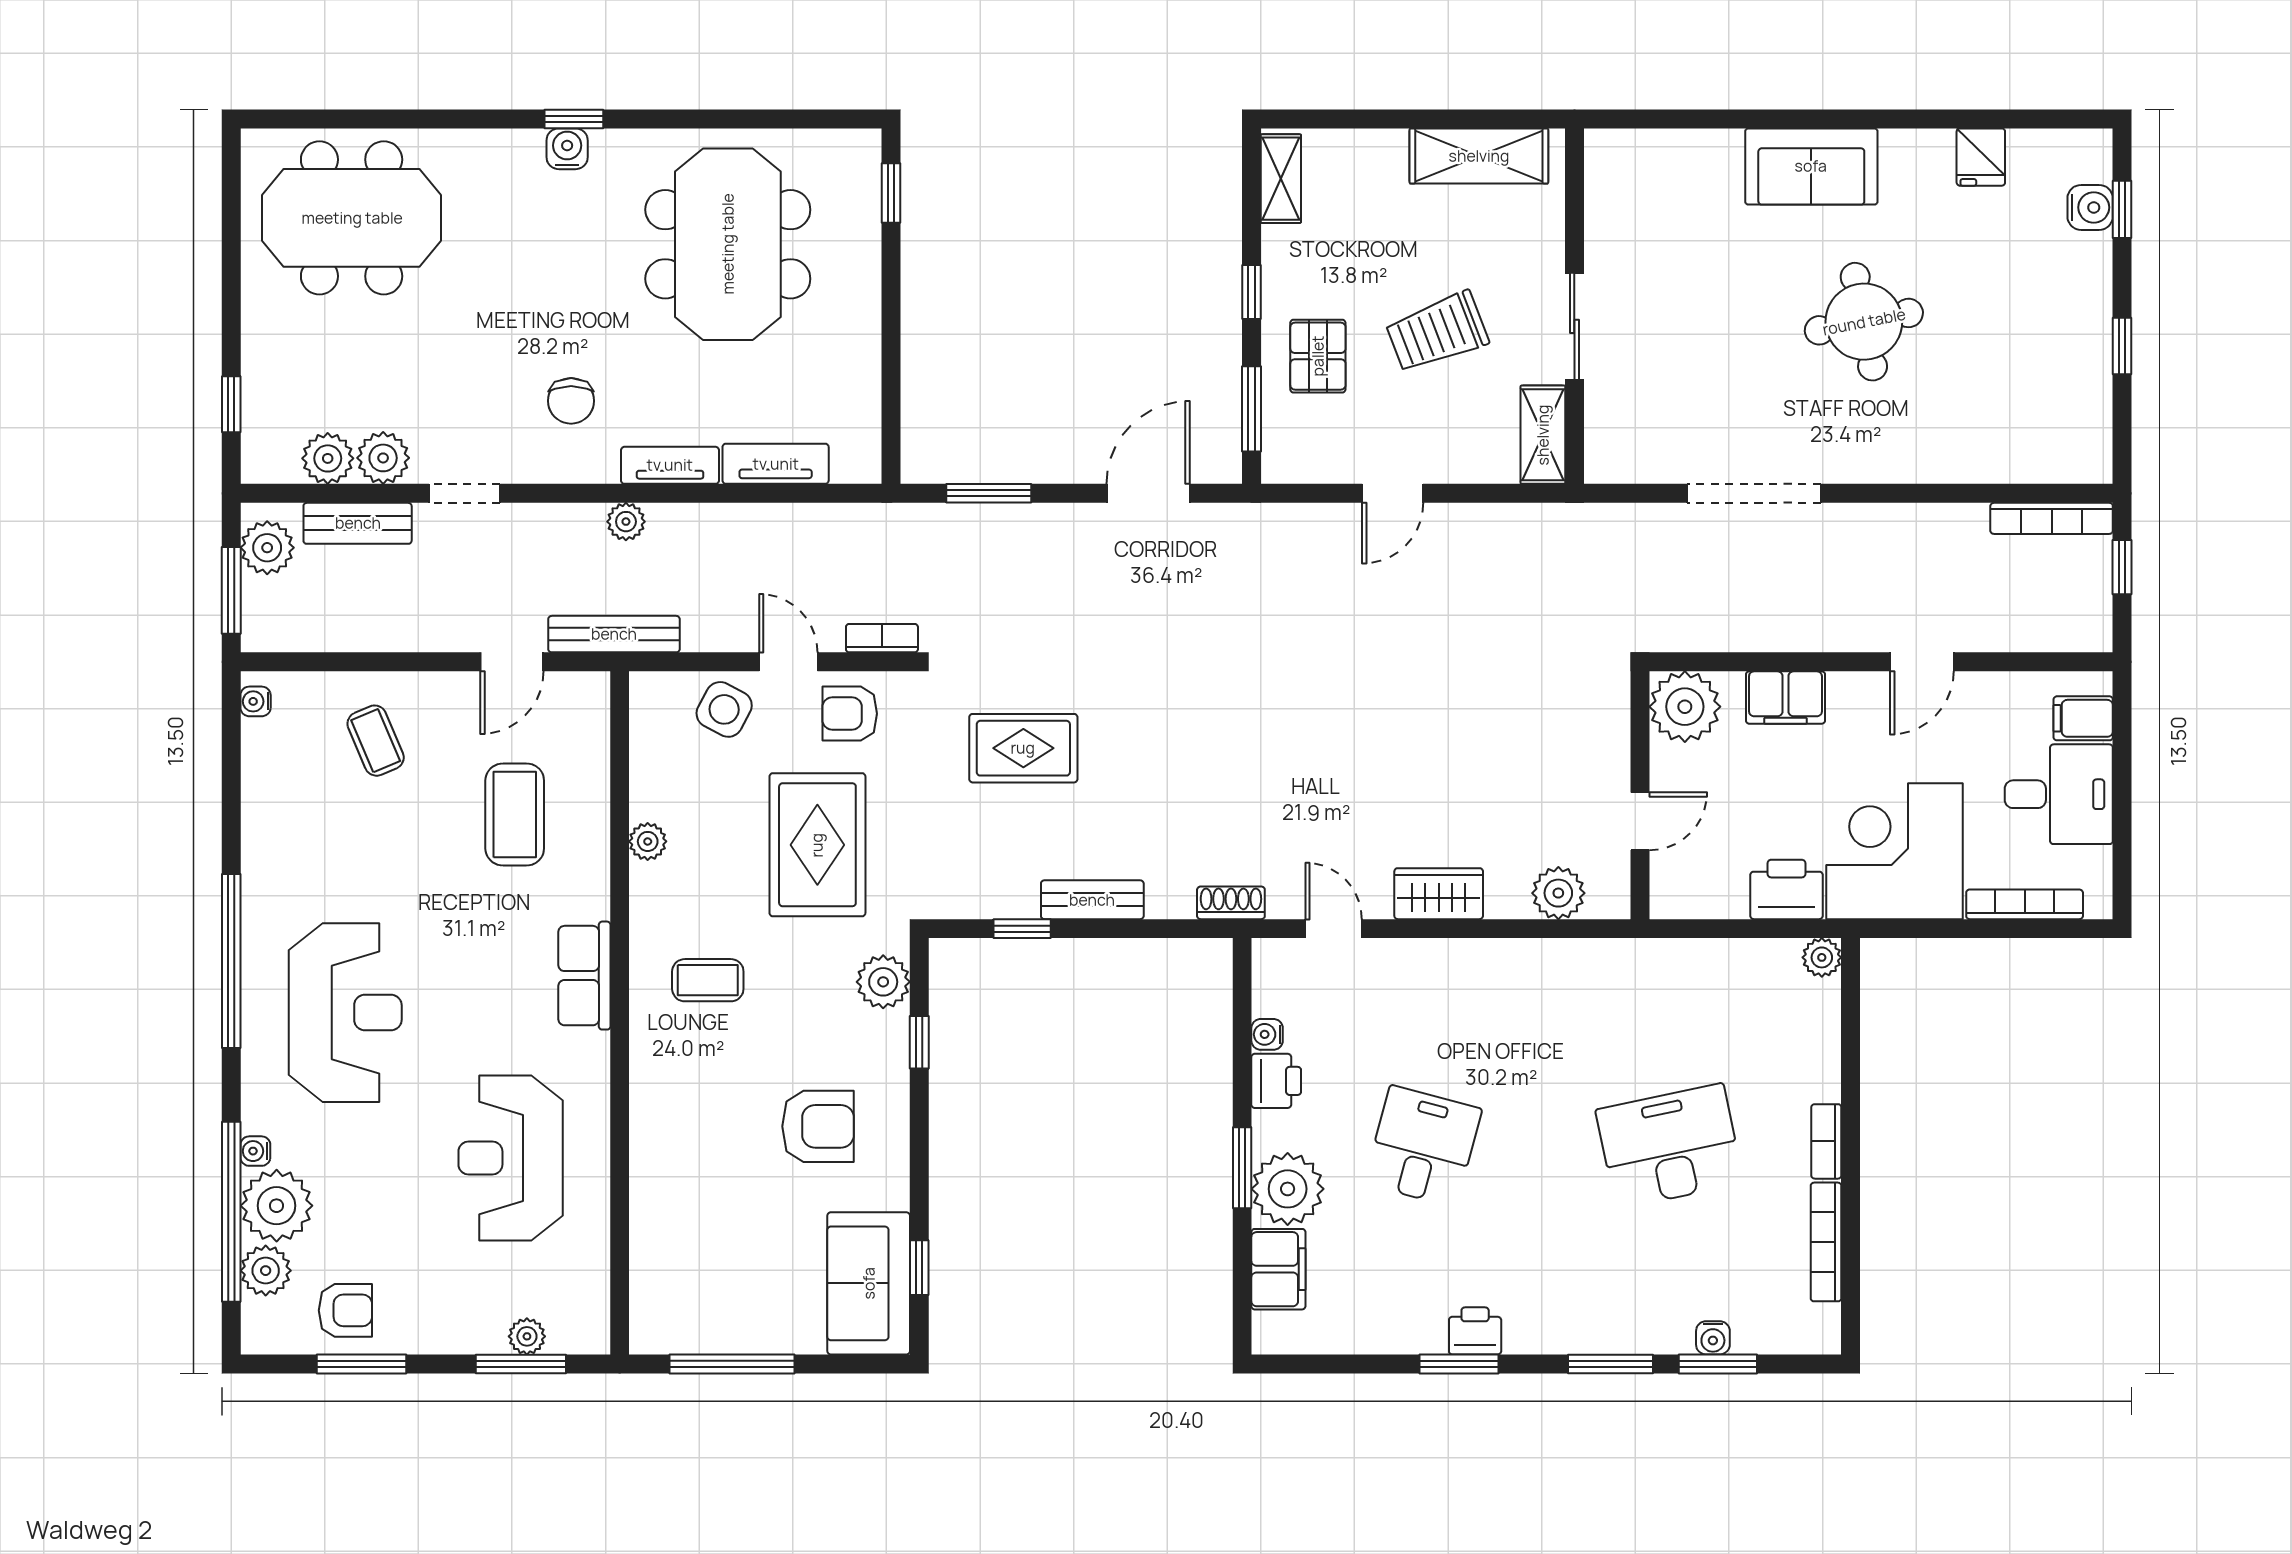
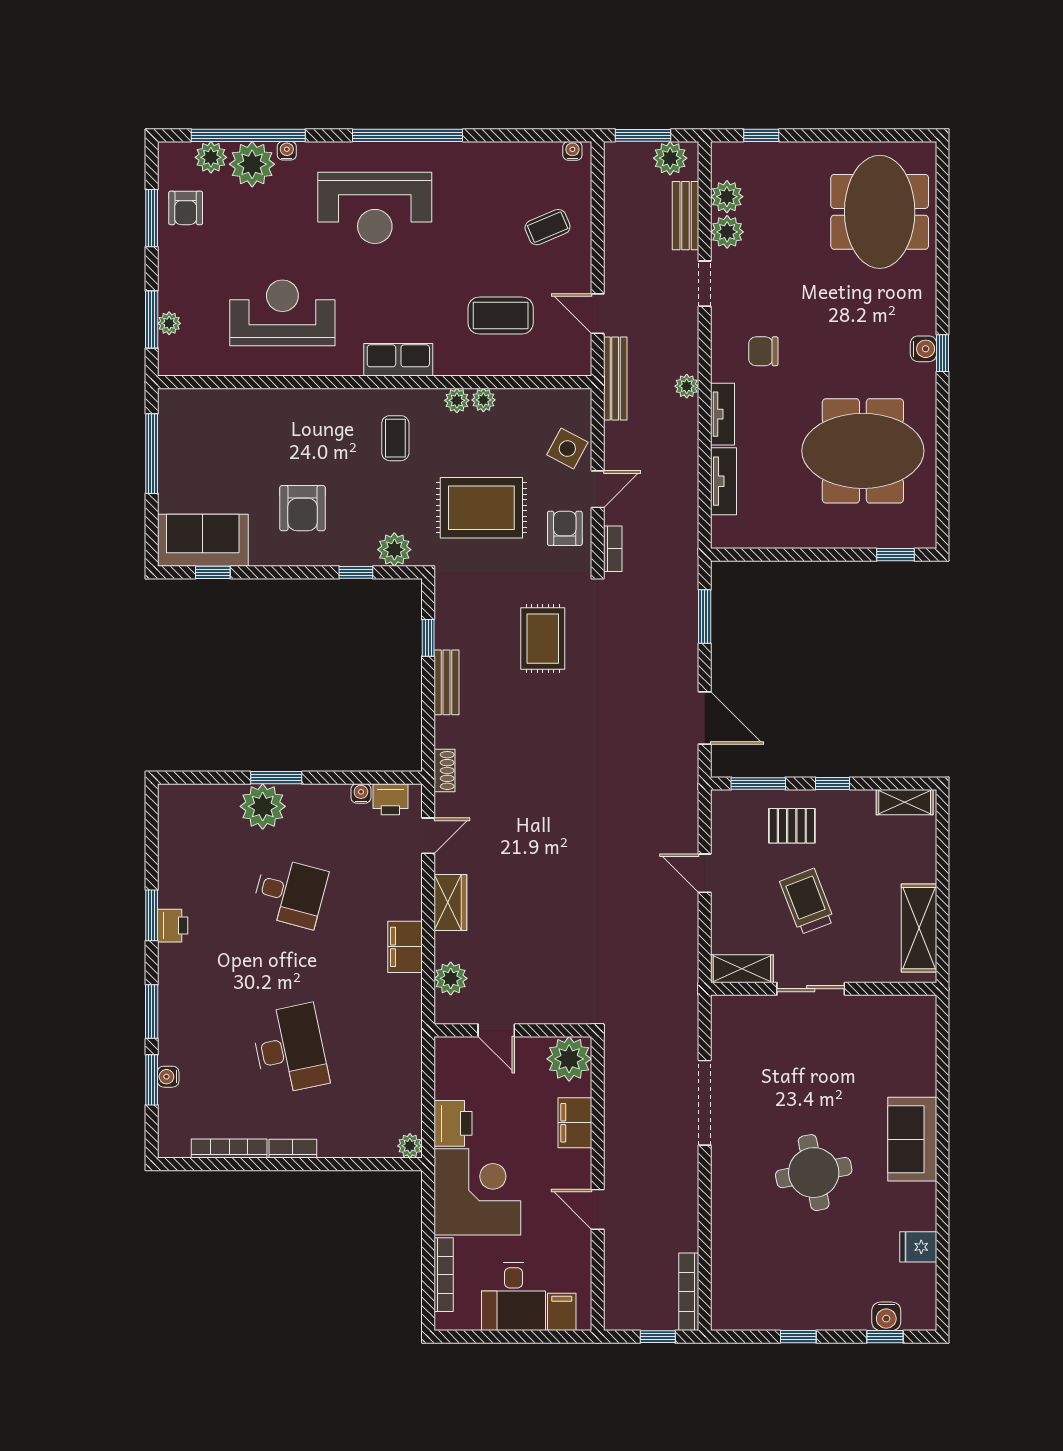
plant: (648, 883) -> (457, 400), added
printer: (1276, 1081) -> (390, 799), moved
filing cabinet: (1278, 1269) -> (405, 947), moved, turned 90

